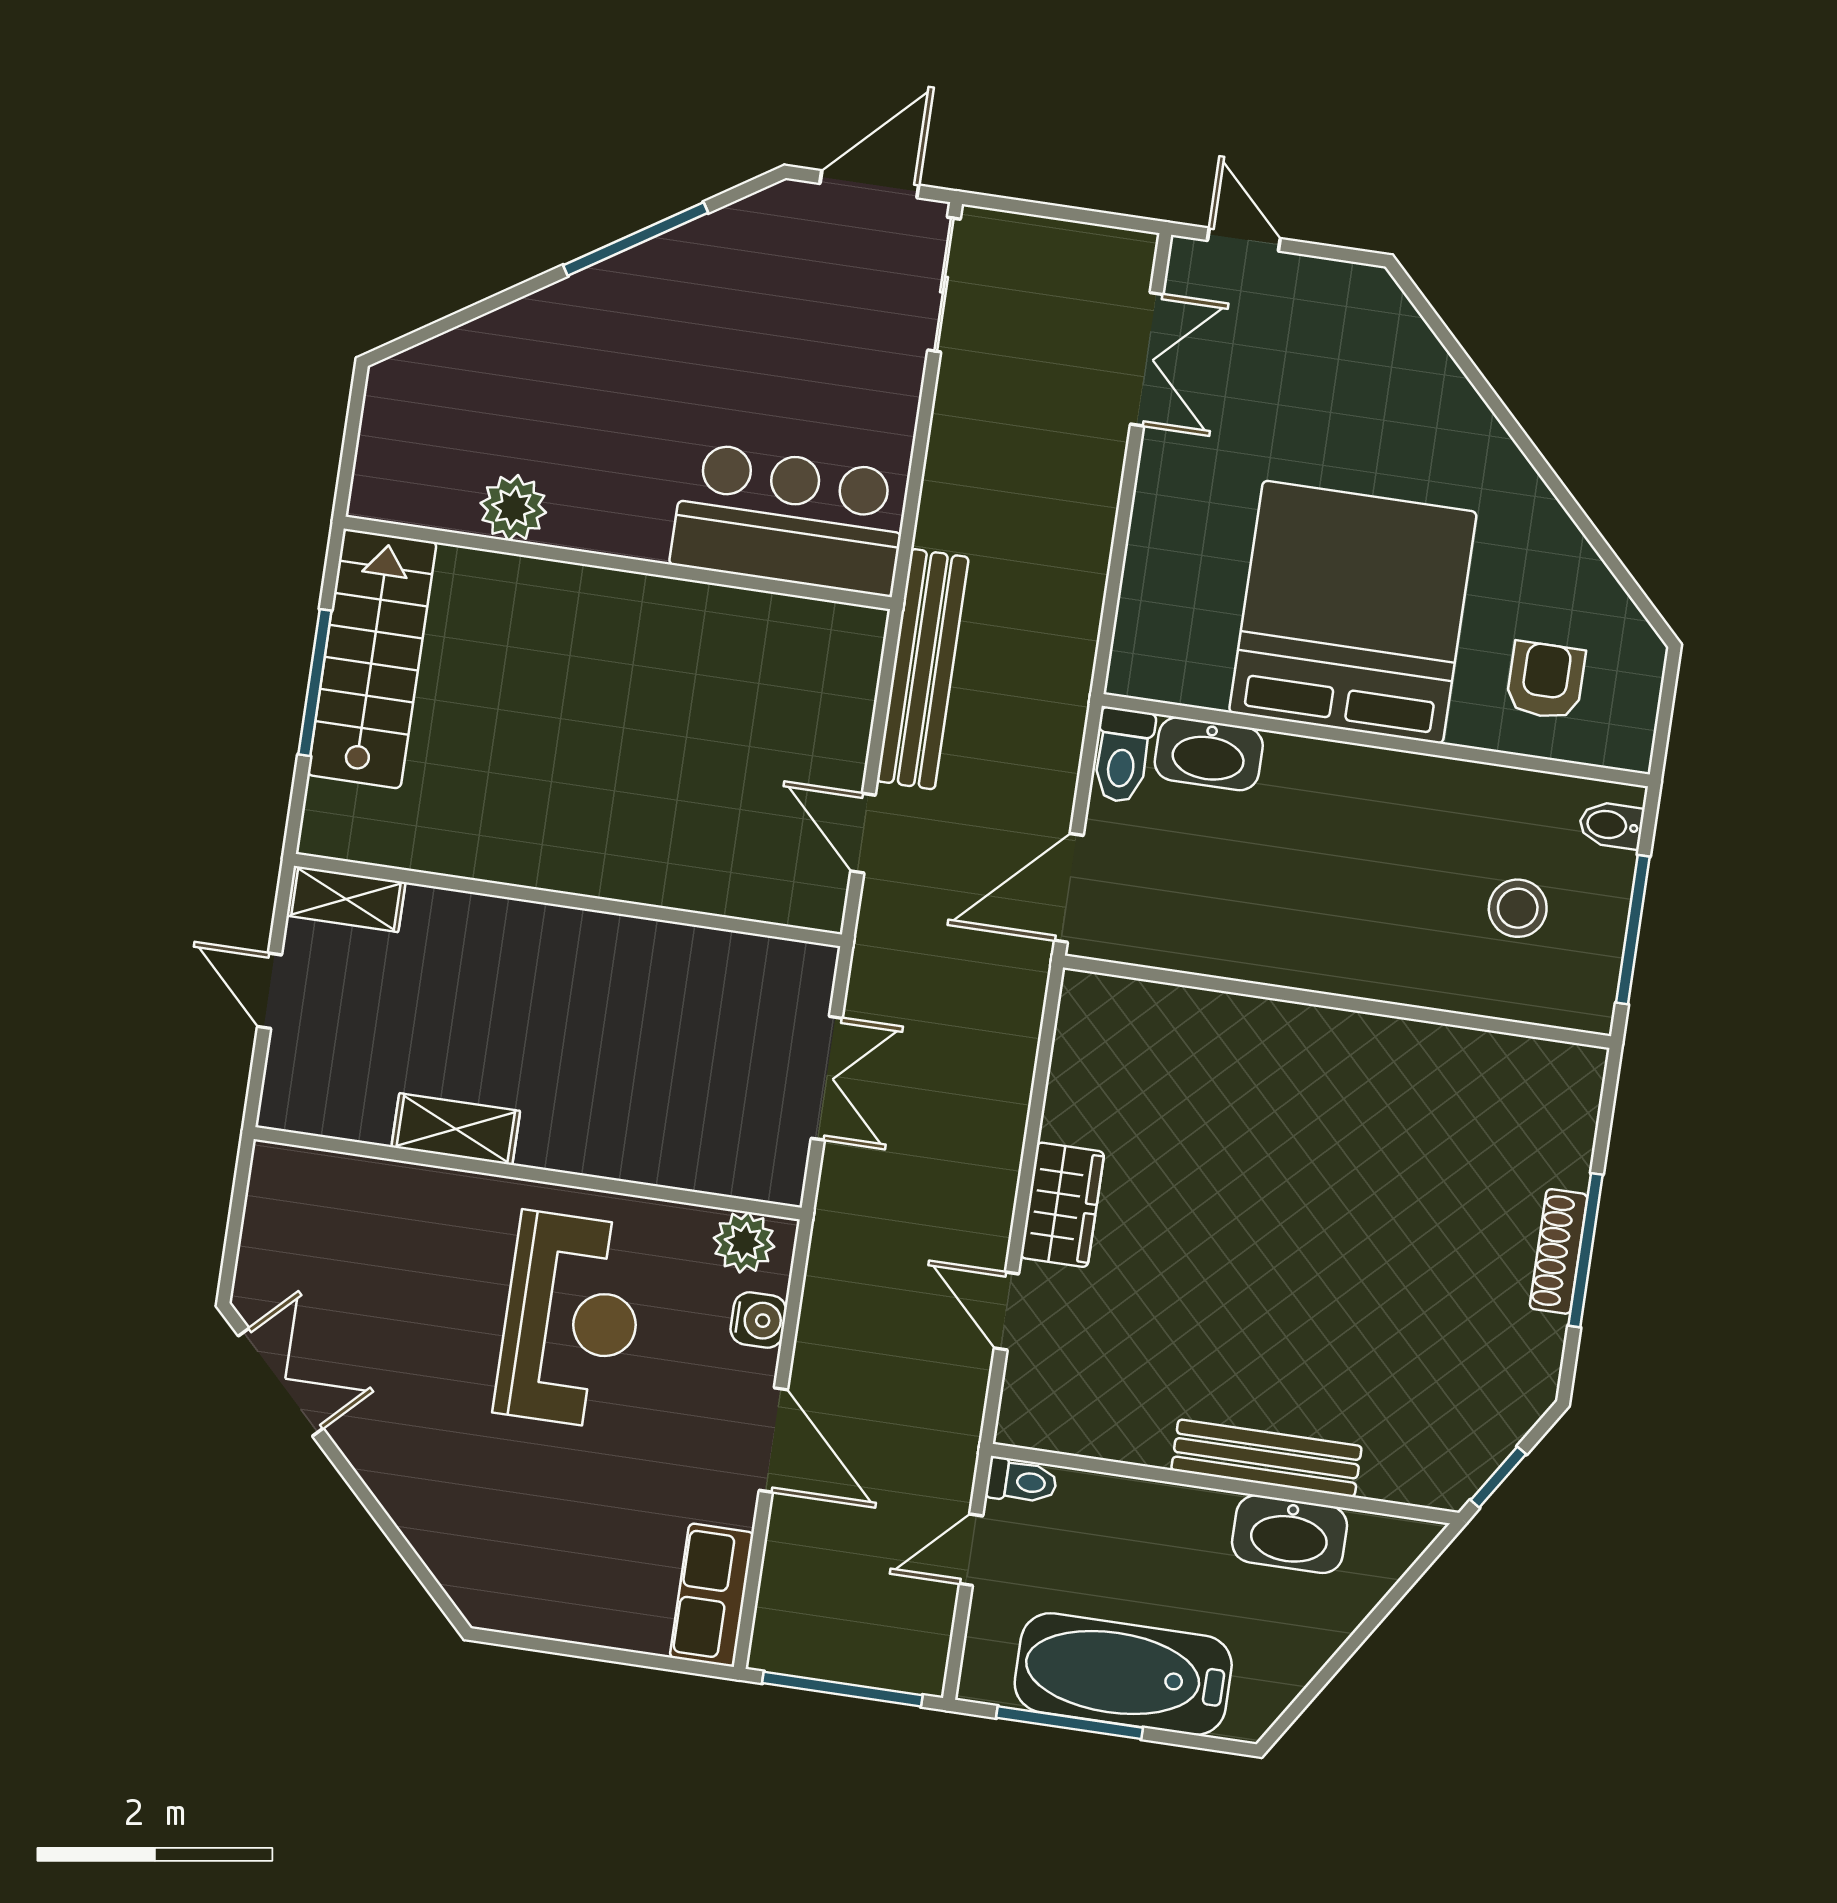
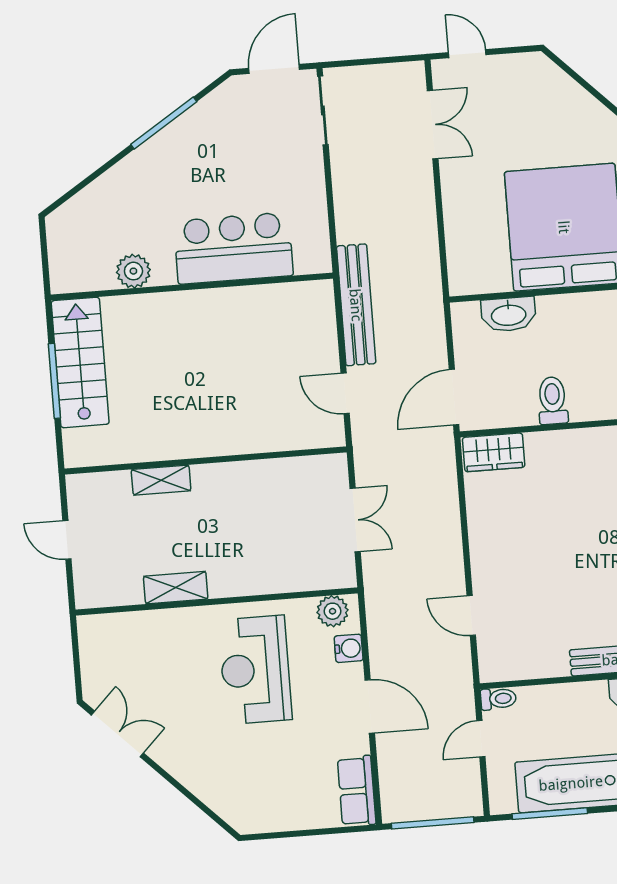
bar counter: (790, 519) -> (233, 248), moved
toilet: (1123, 755) -> (553, 401), moved, turned 180
shelving: (346, 899) -> (161, 480), moved
wardrobe: (1062, 1205) -> (494, 452), moved, turned 90
reception desk: (571, 1320) -> (255, 670), turned 180

